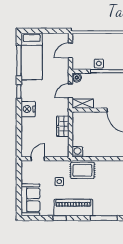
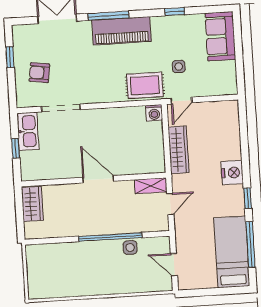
door: (70, 50) -> (174, 265), swing flipped
boiler: (77, 78) -> (162, 224), removed
wardrobe: (63, 126) -> (179, 150), width x1.50
door: (38, 159) -> (181, 101), moved
piano: (73, 207) -> (121, 31), moved

